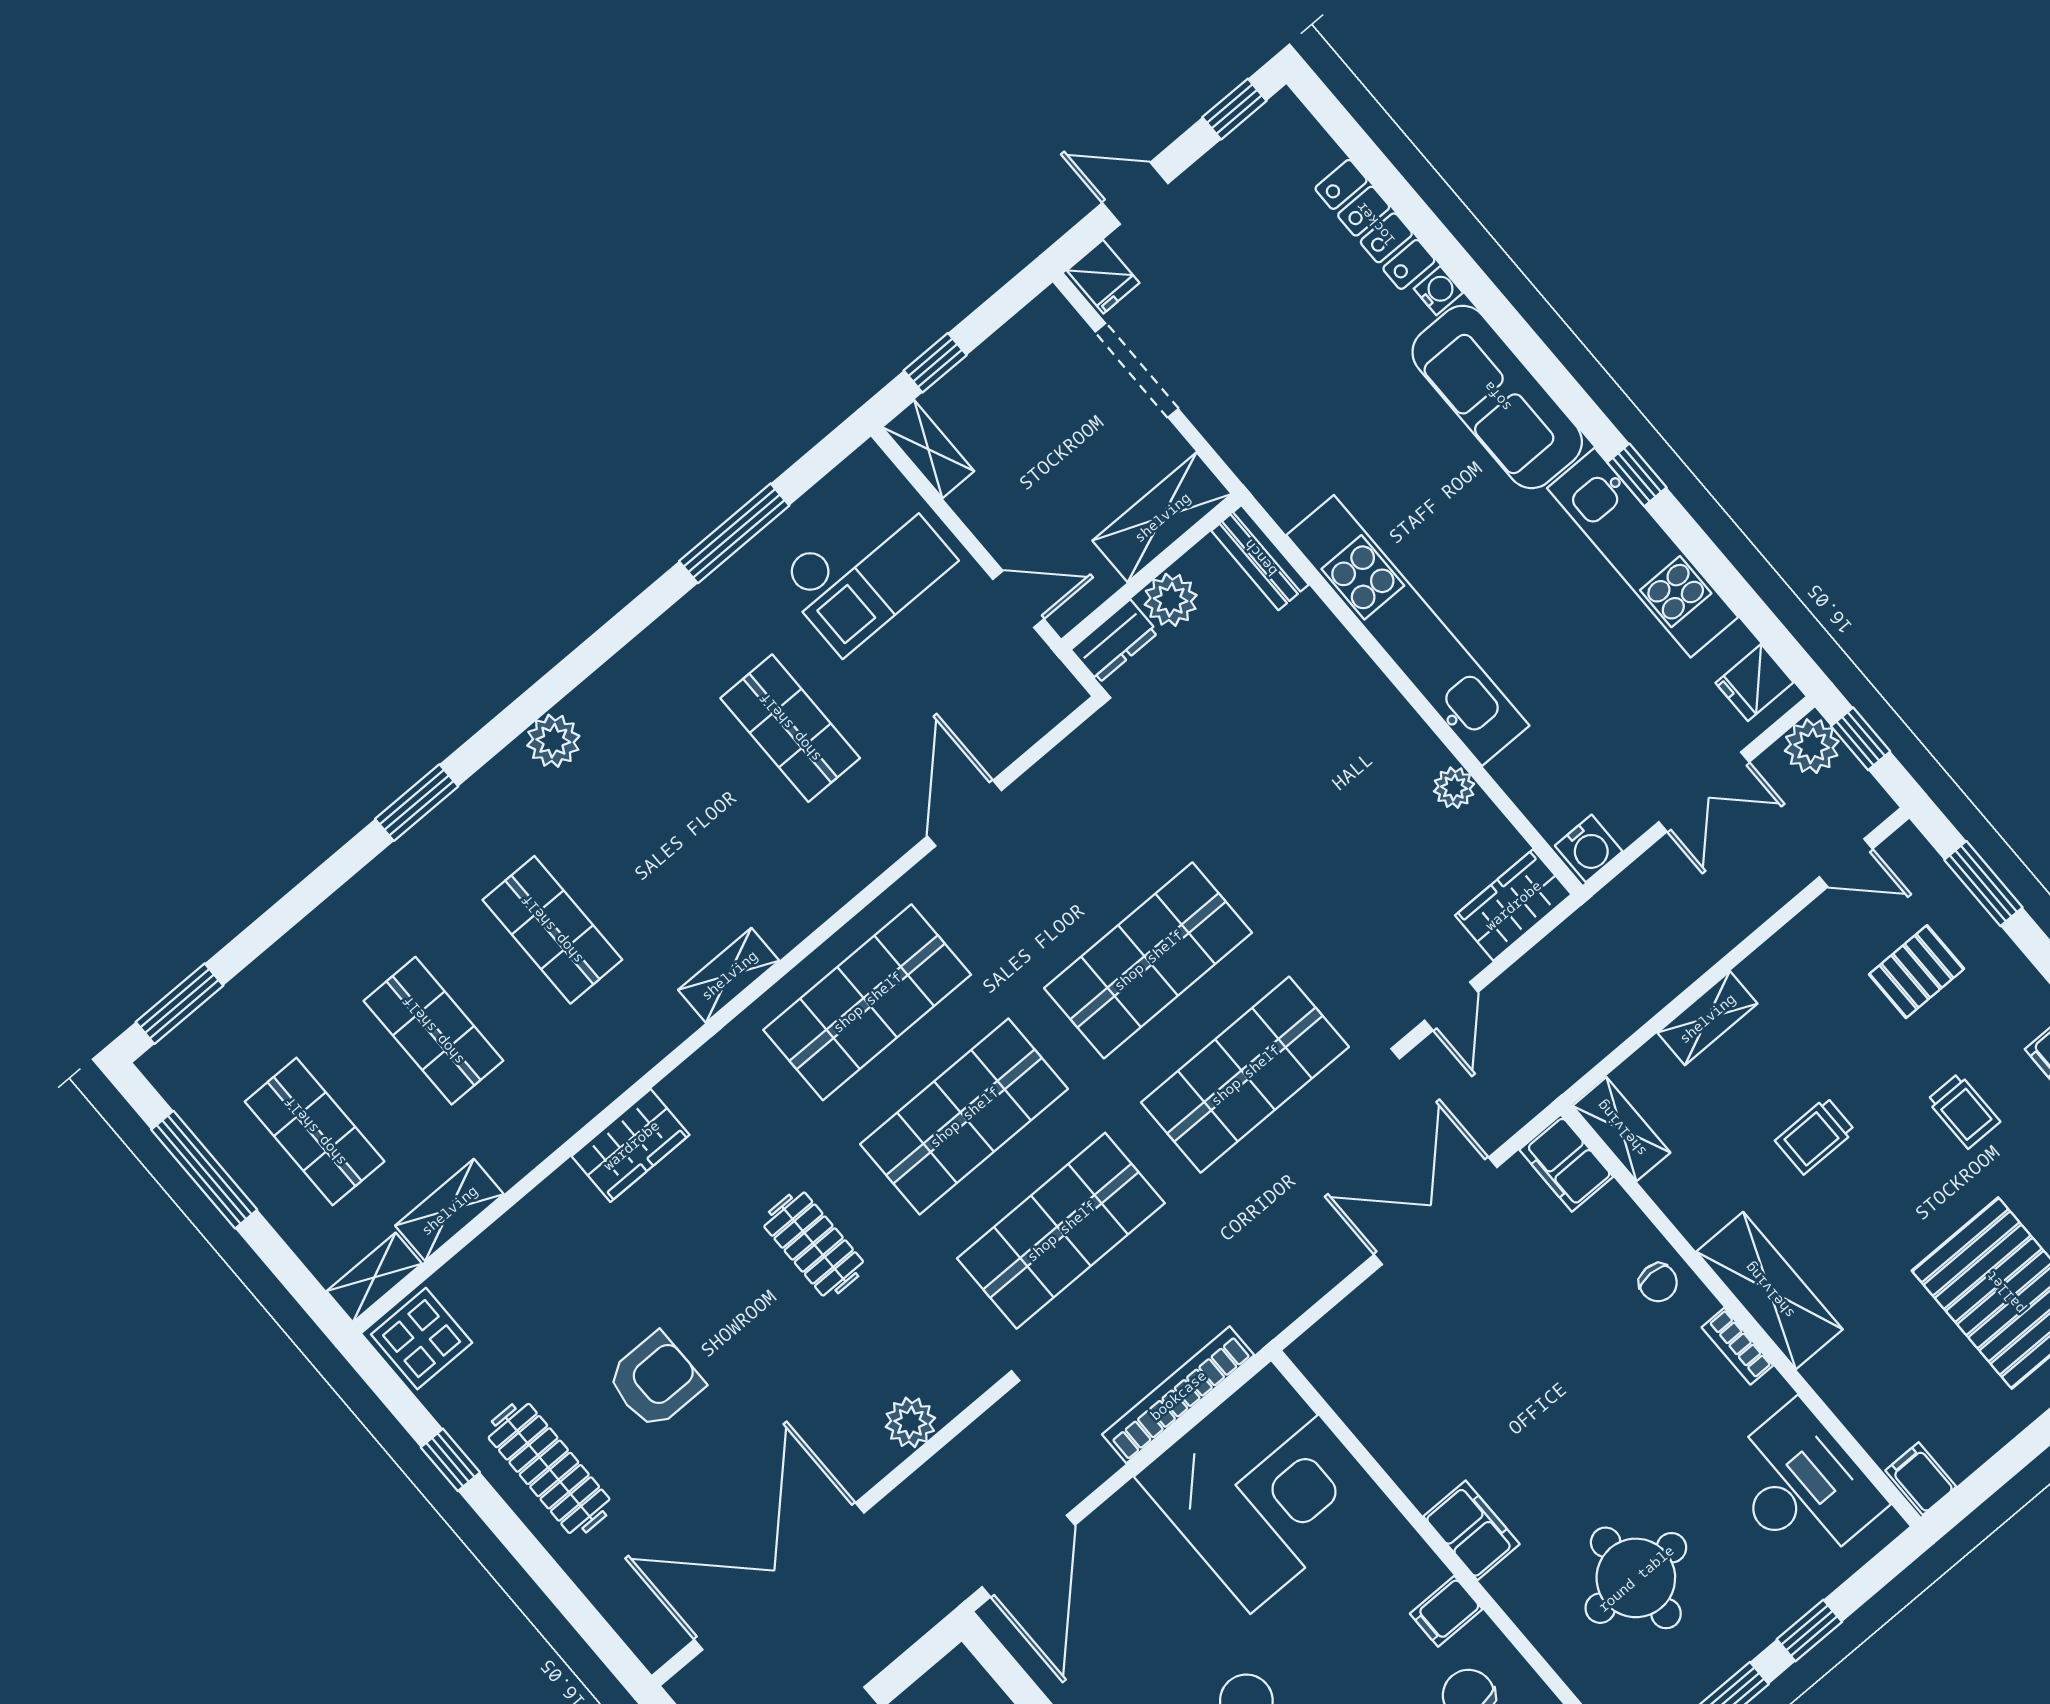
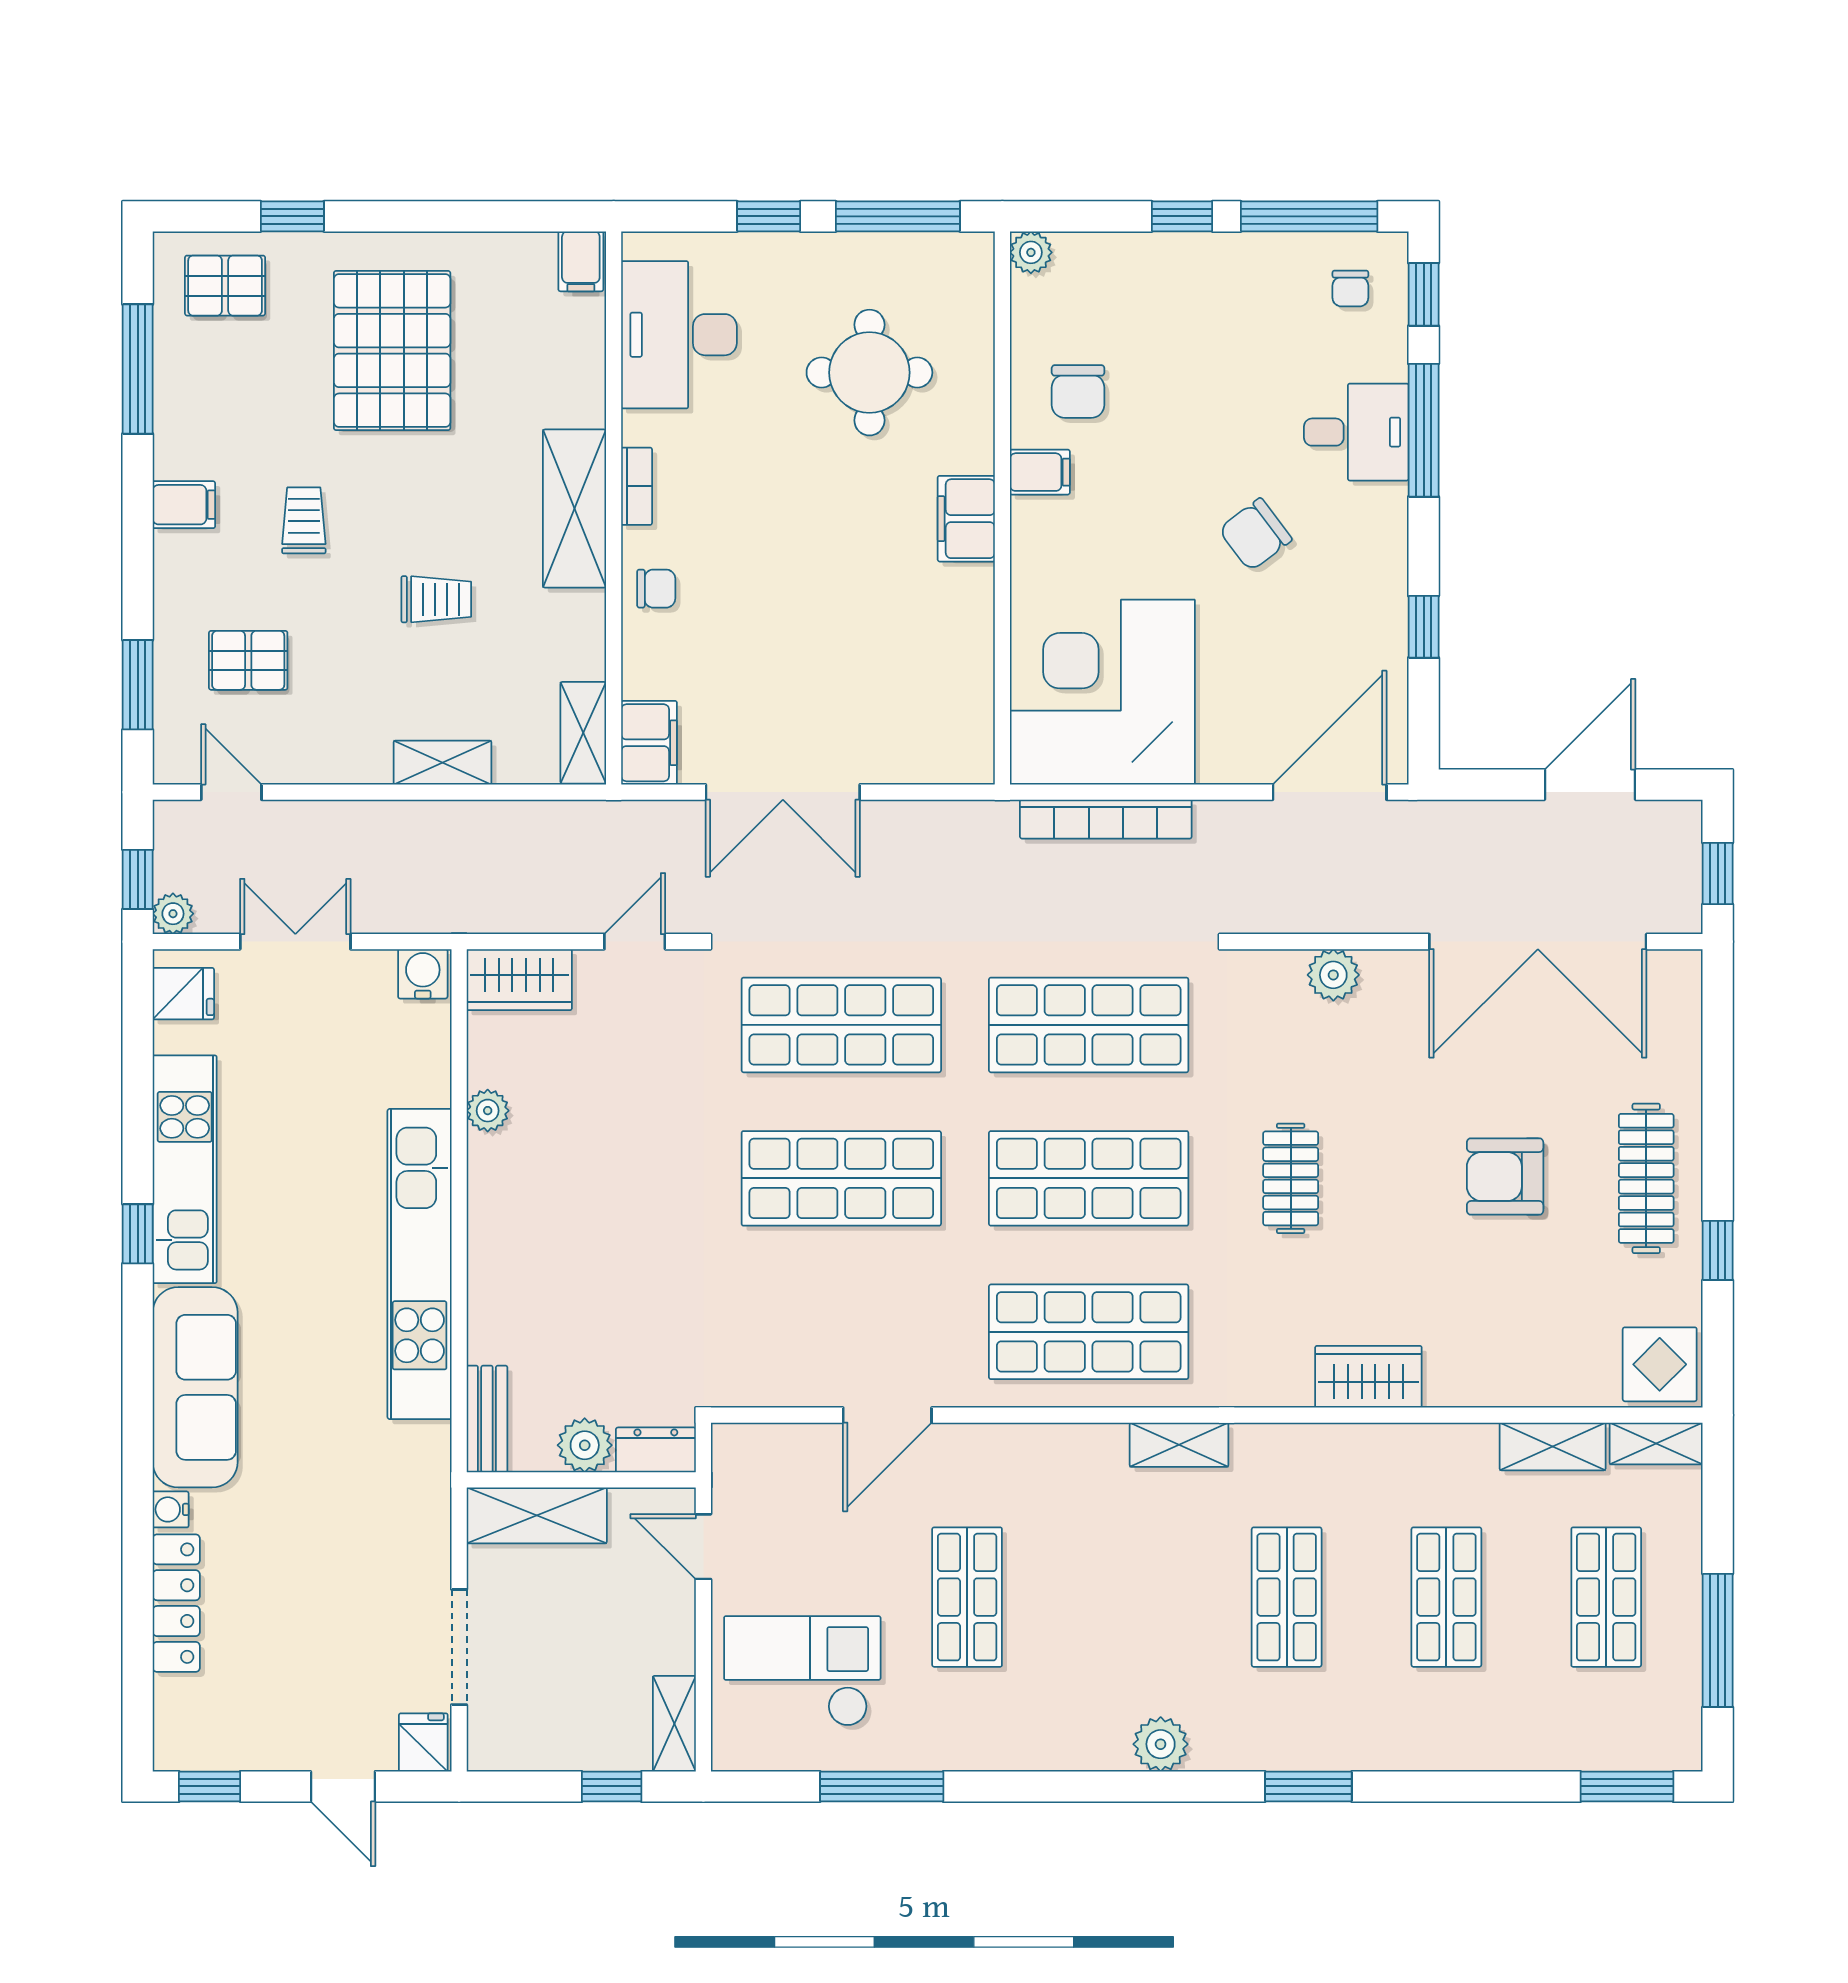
plant: (1812, 746) -> (173, 914), width x0.73, depth x0.73
chair: (1658, 1283) -> (656, 589), turned 90

